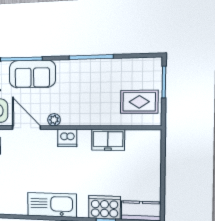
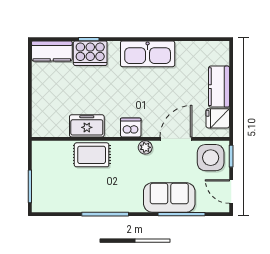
rug: (139, 102) -> (92, 155), moved
door: (26, 128) -> (176, 139), swing flipped

